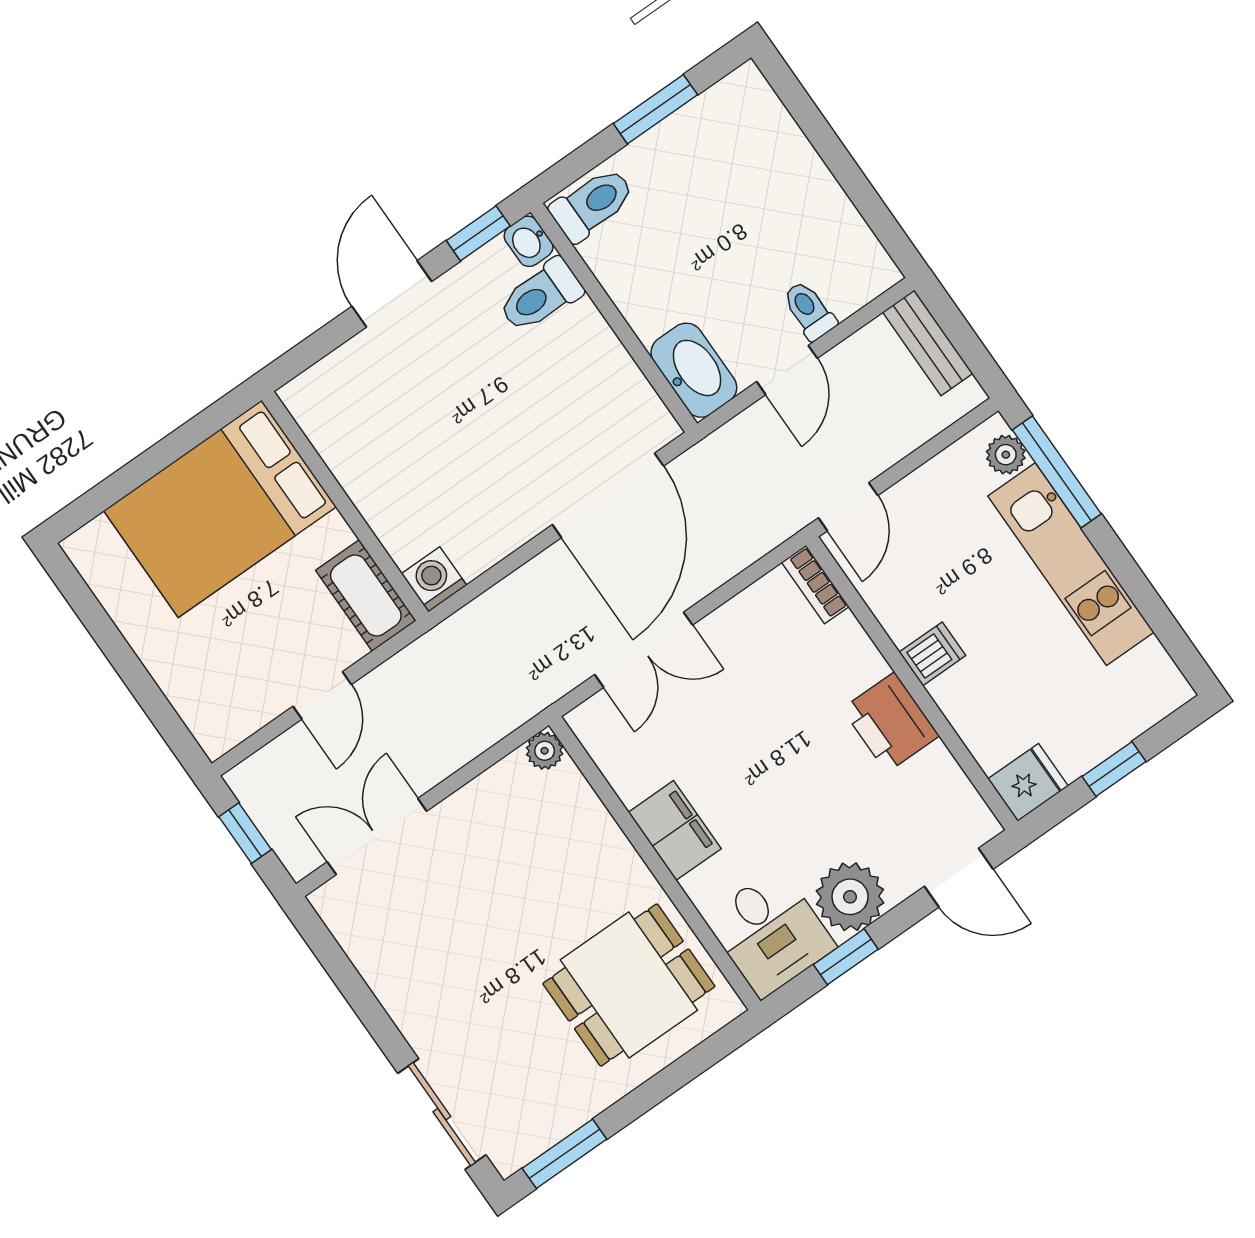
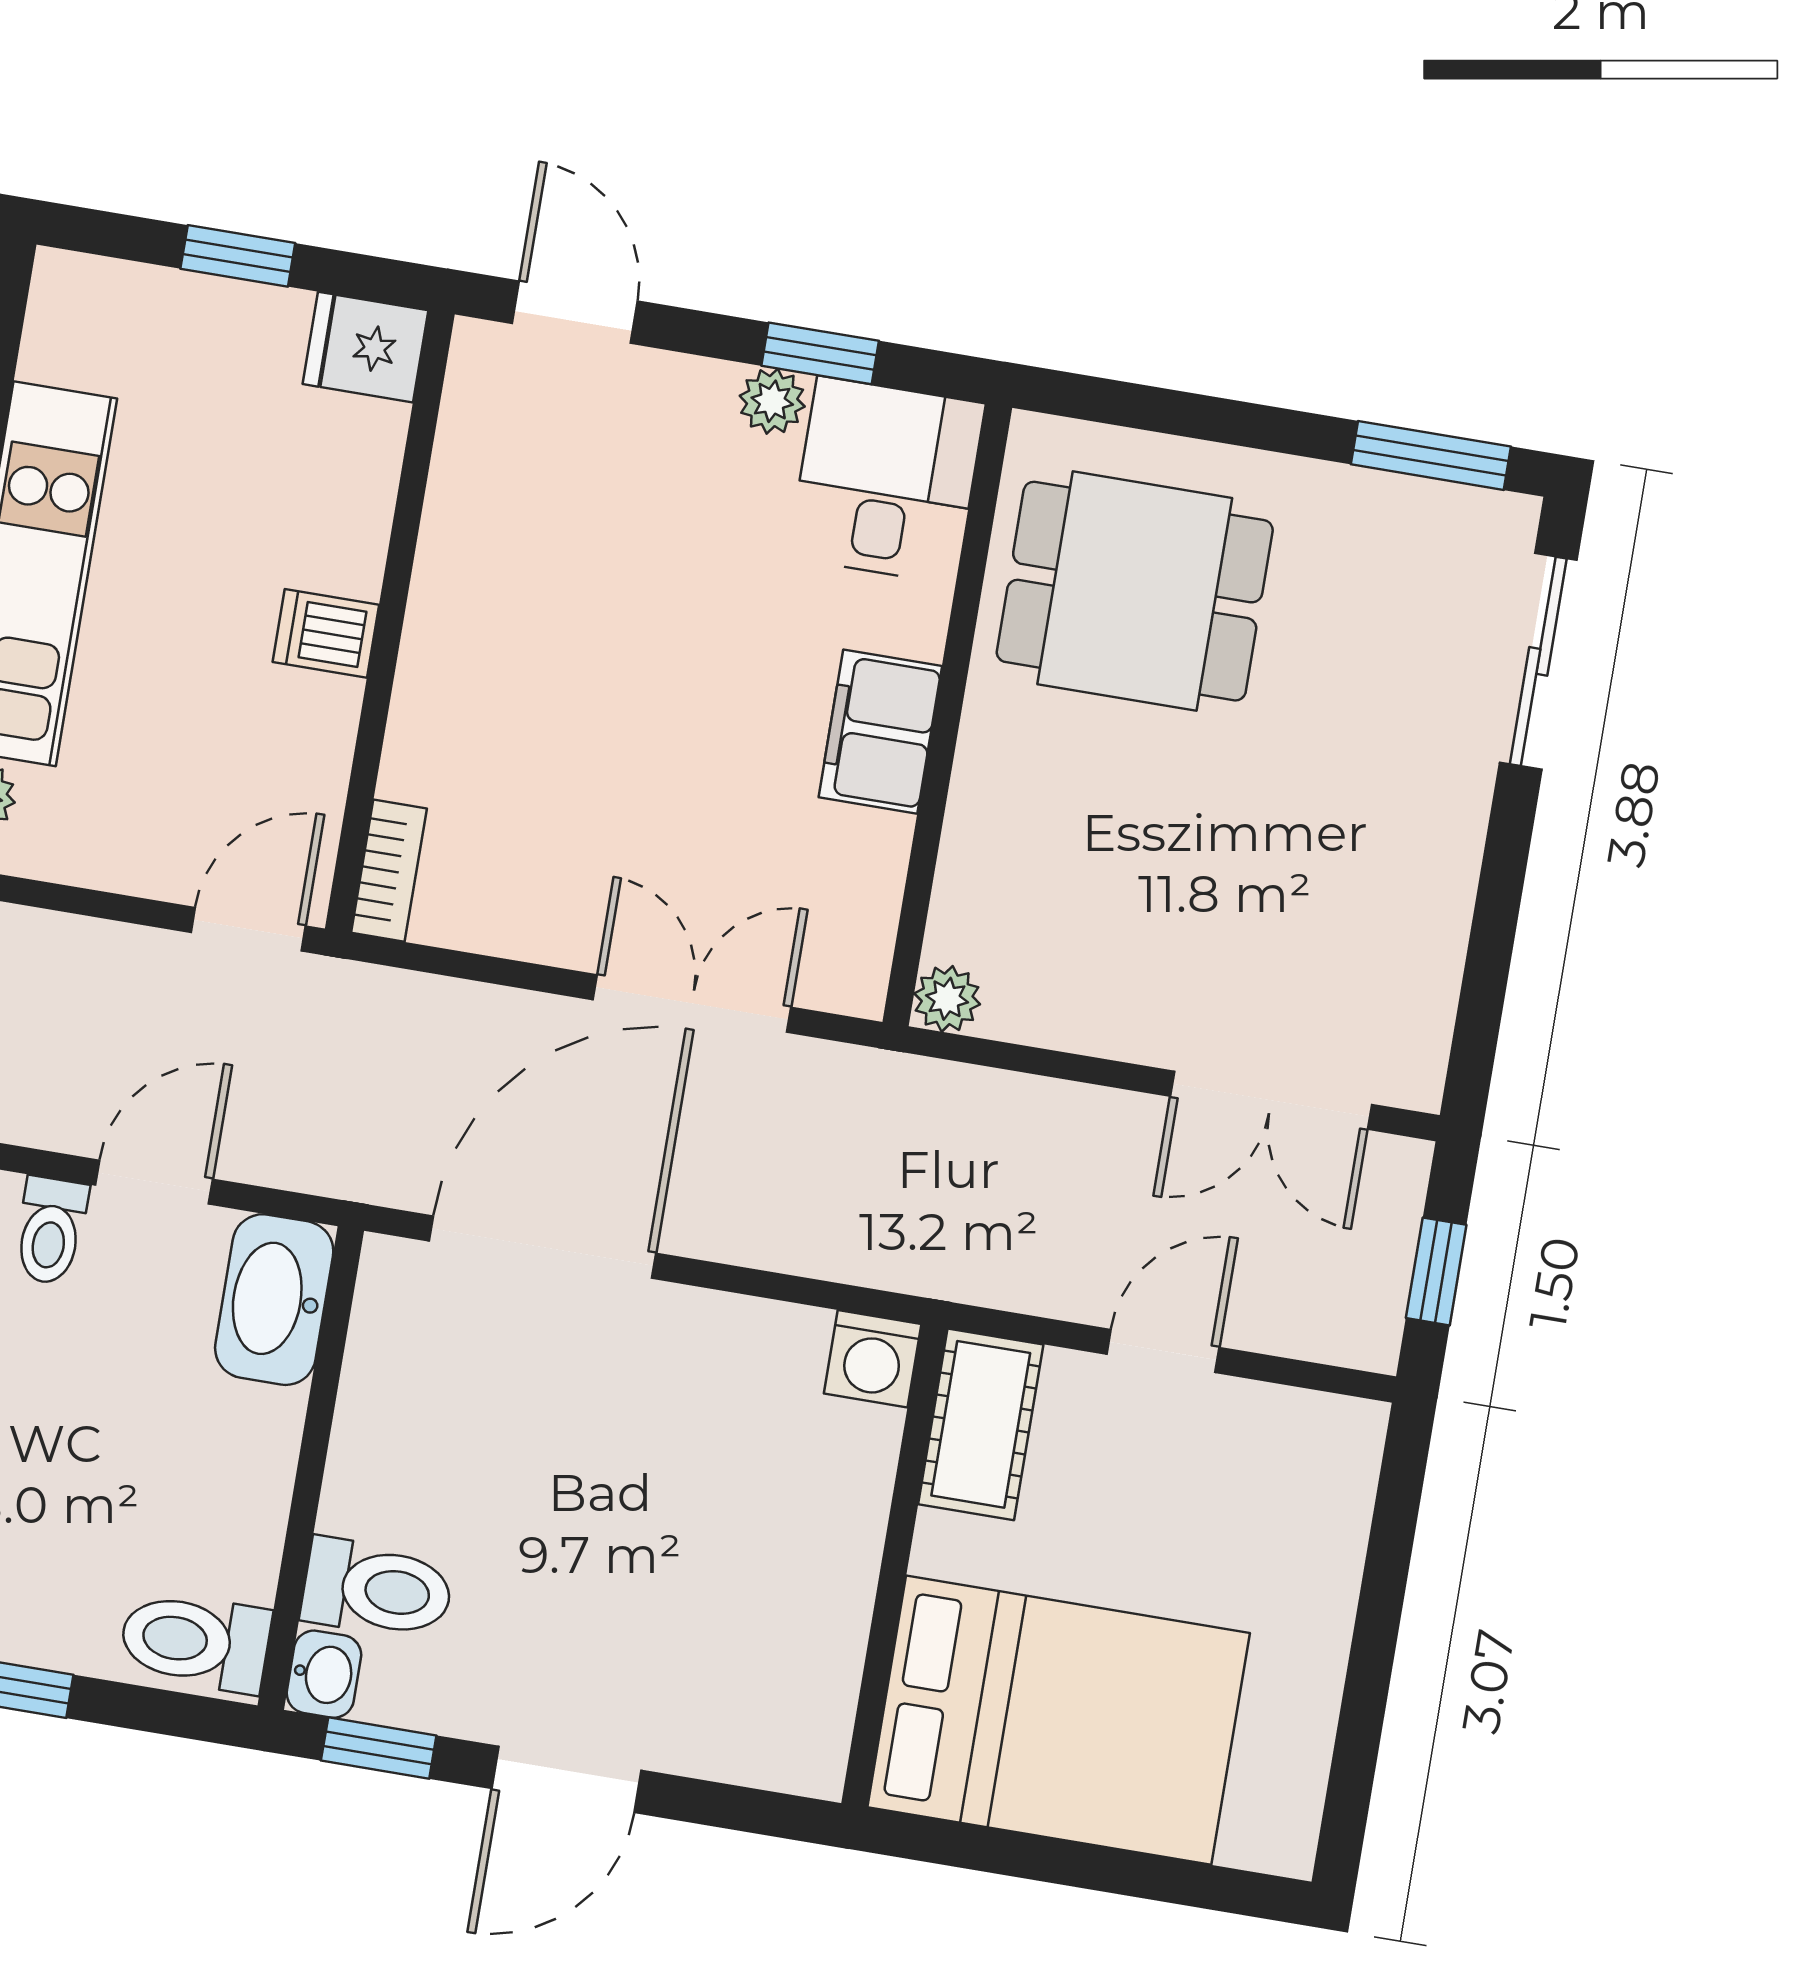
printer: (890, 722) -> (466, 598), removed
plant: (850, 897) -> (772, 401), width x0.53, depth x0.53

